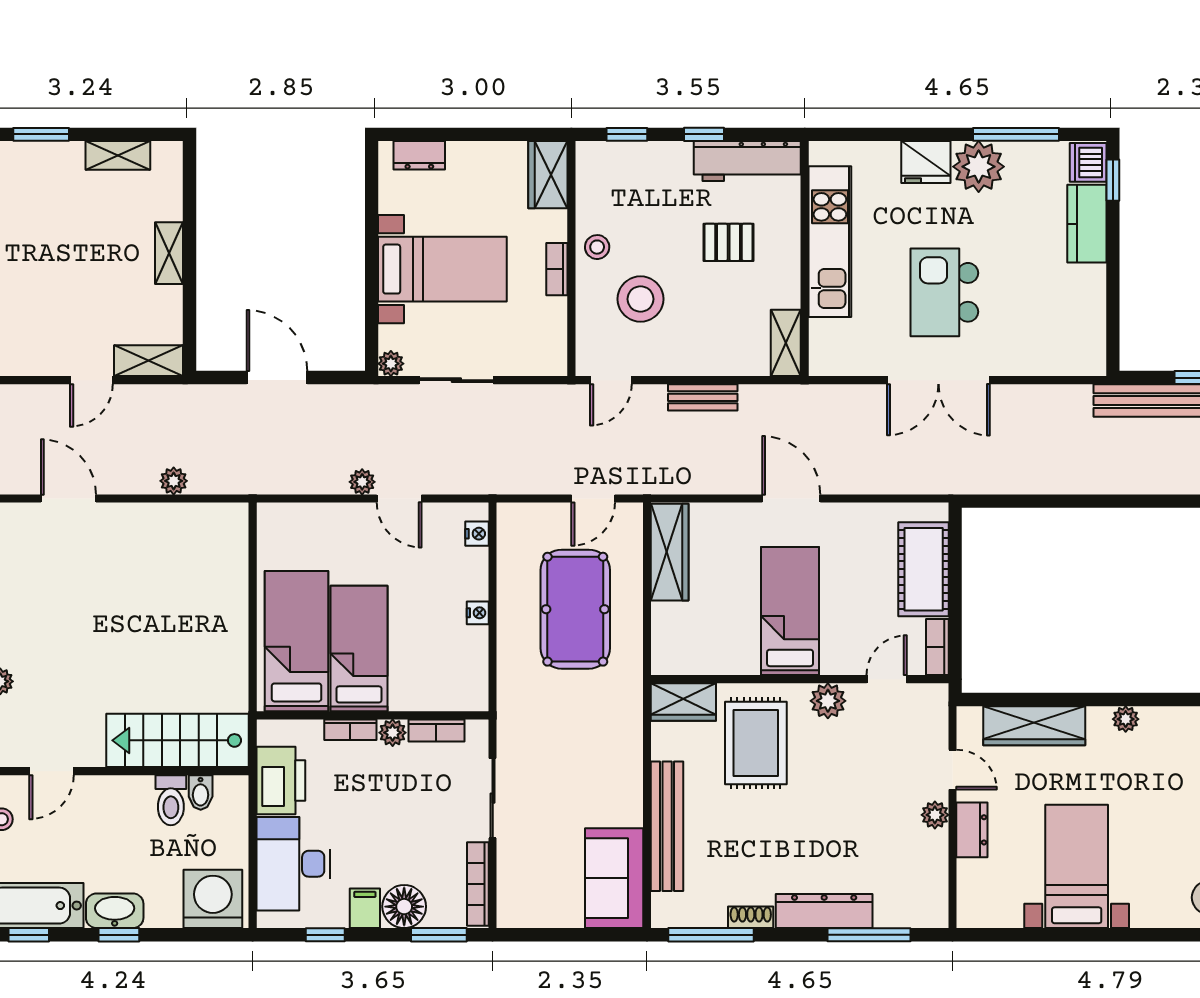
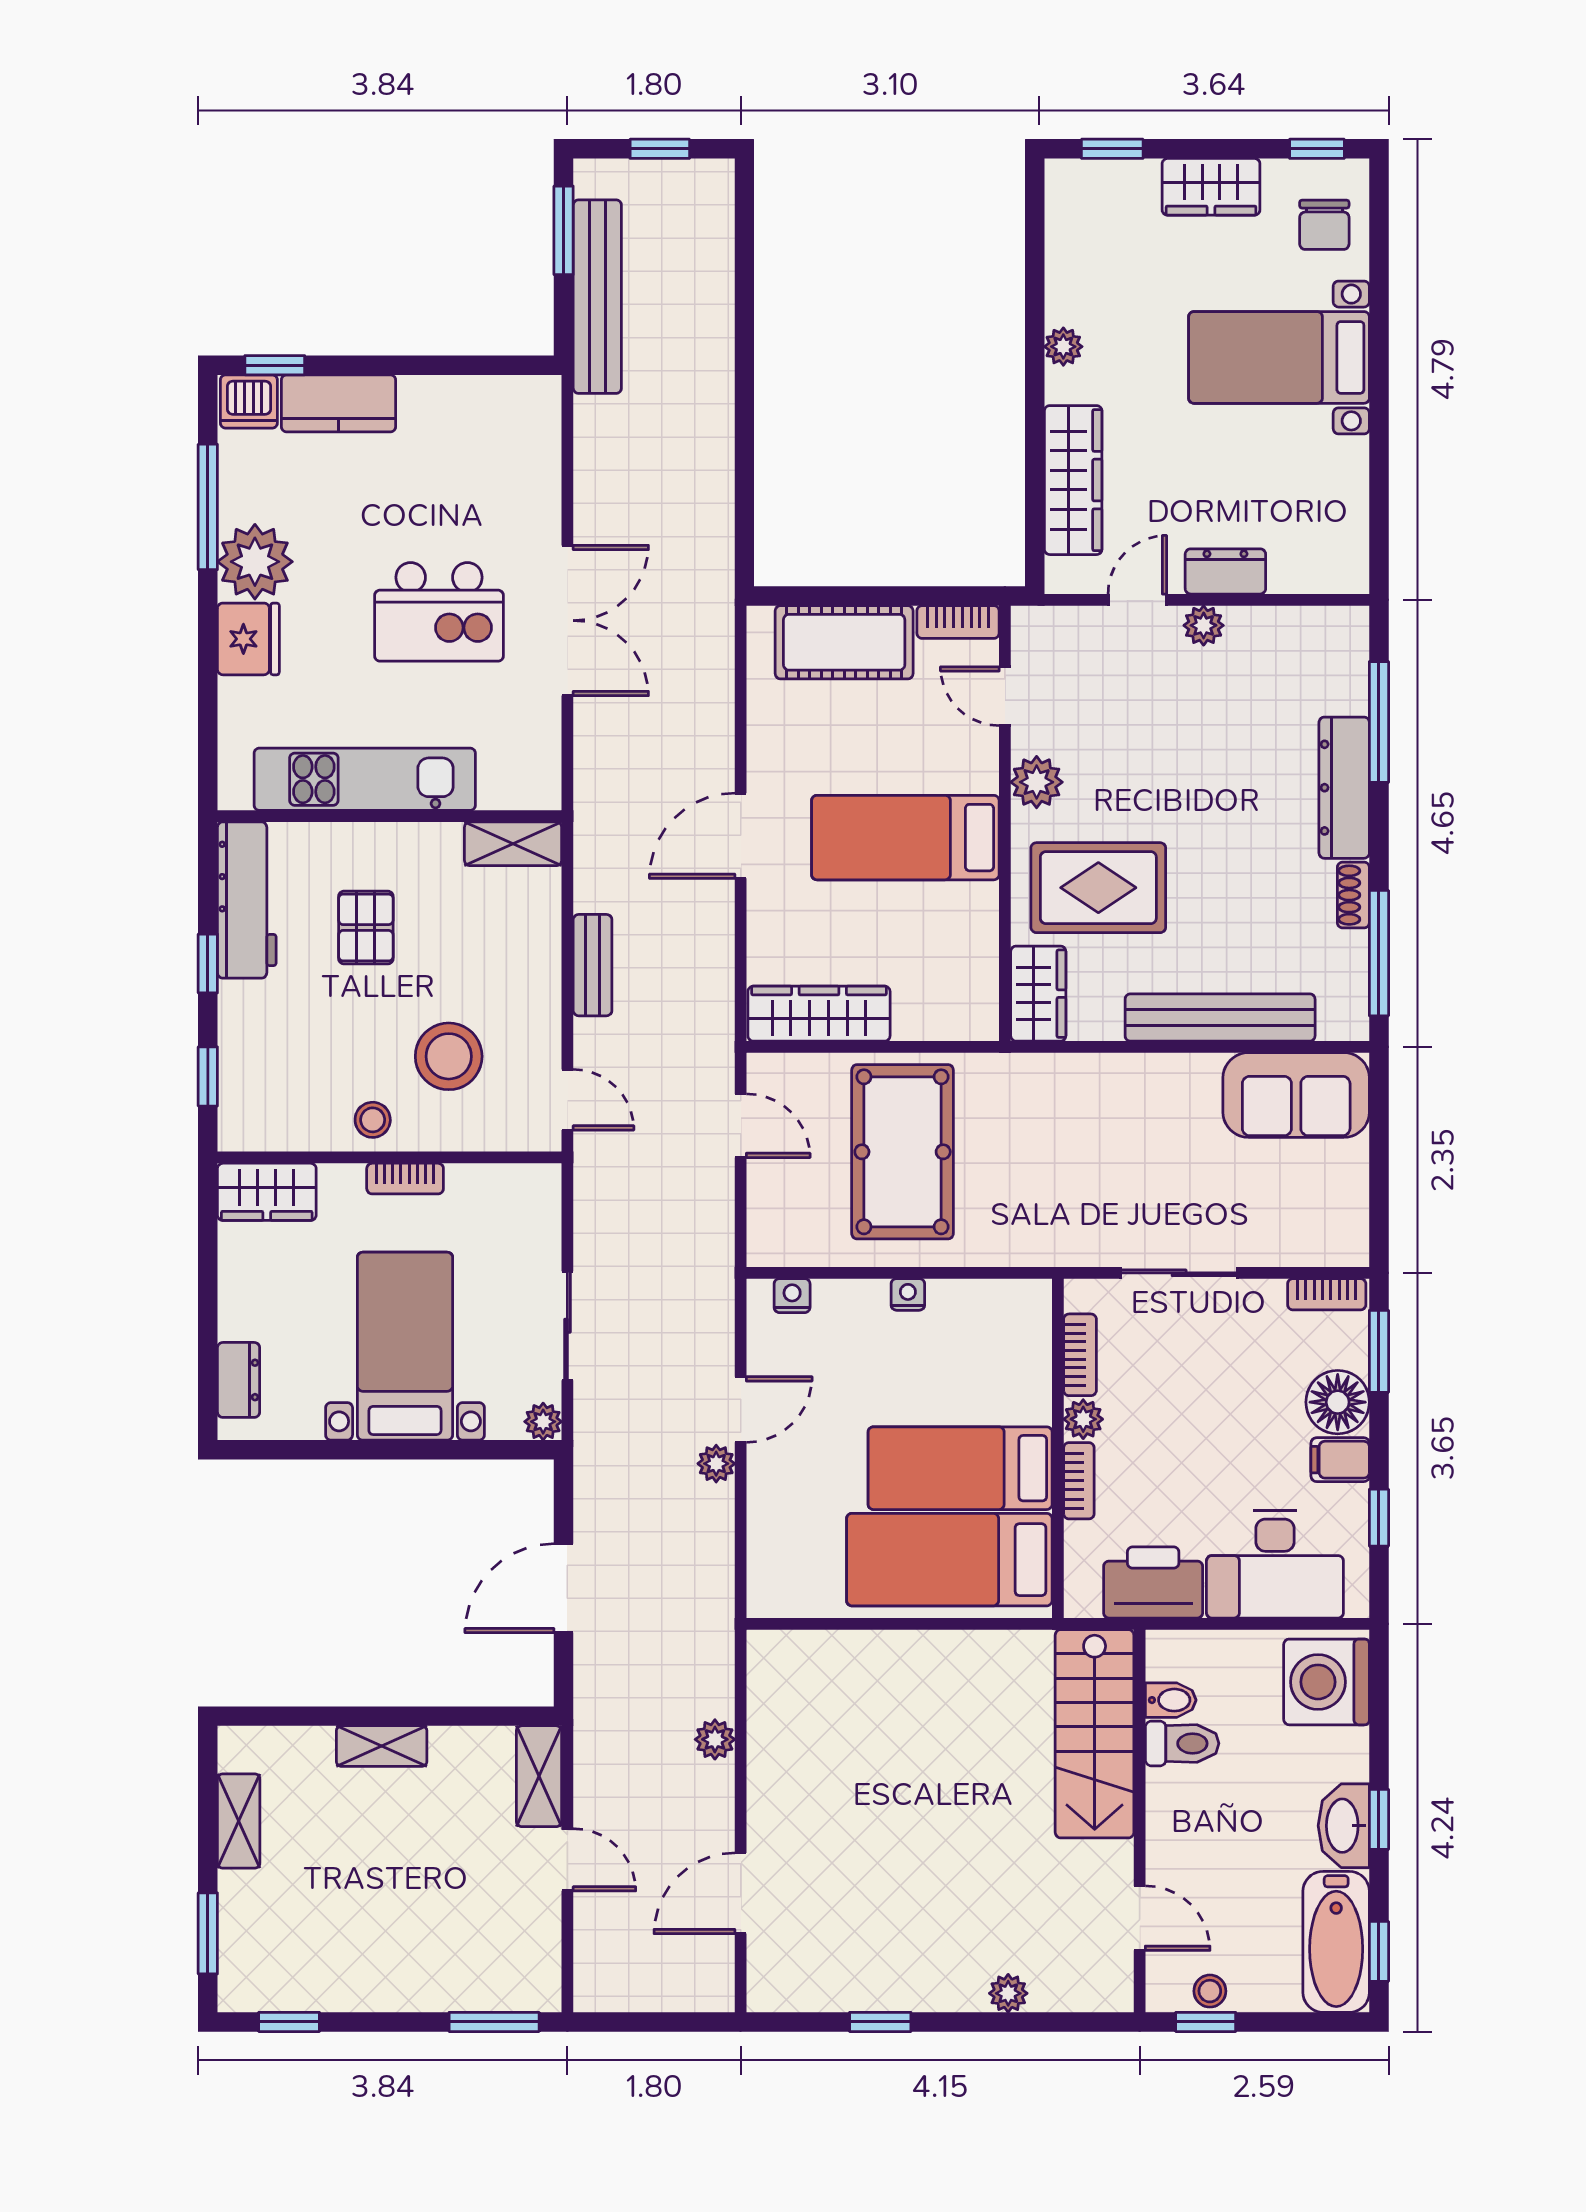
pool table: (575, 609) -> (903, 1152), turned 90
bed with nightstands: (1077, 866) -> (1279, 357), moved
bookcase: (478, 884) -> (1327, 1294), width x0.64

